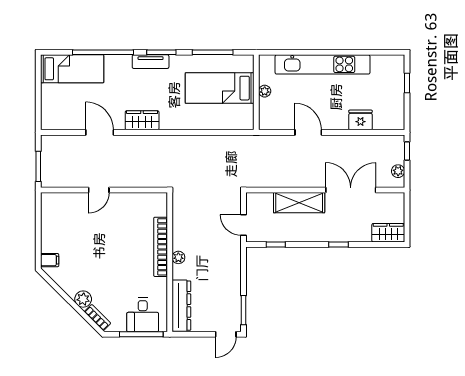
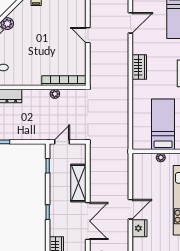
door: (100, 132) -> (130, 23), moved
door: (308, 132) -> (130, 209), moved
bookcase: (161, 247) -> (64, 81), moved
plant: (178, 257) -> (55, 94), moved

